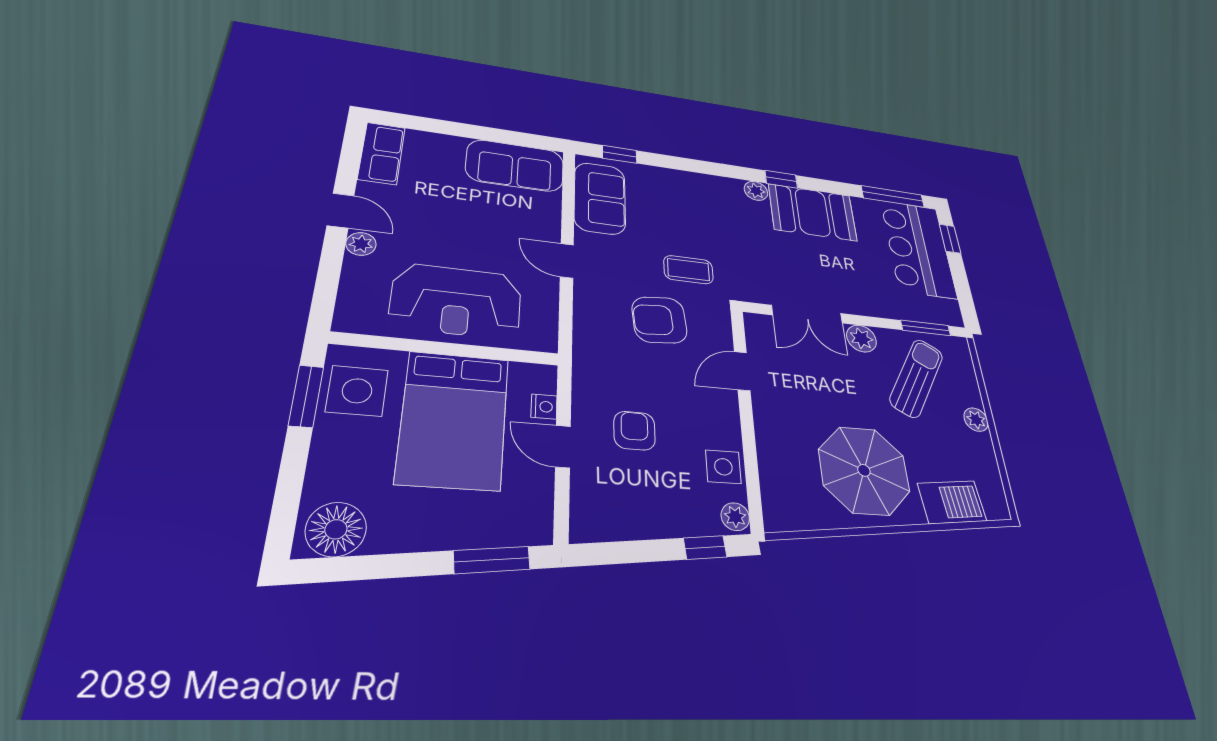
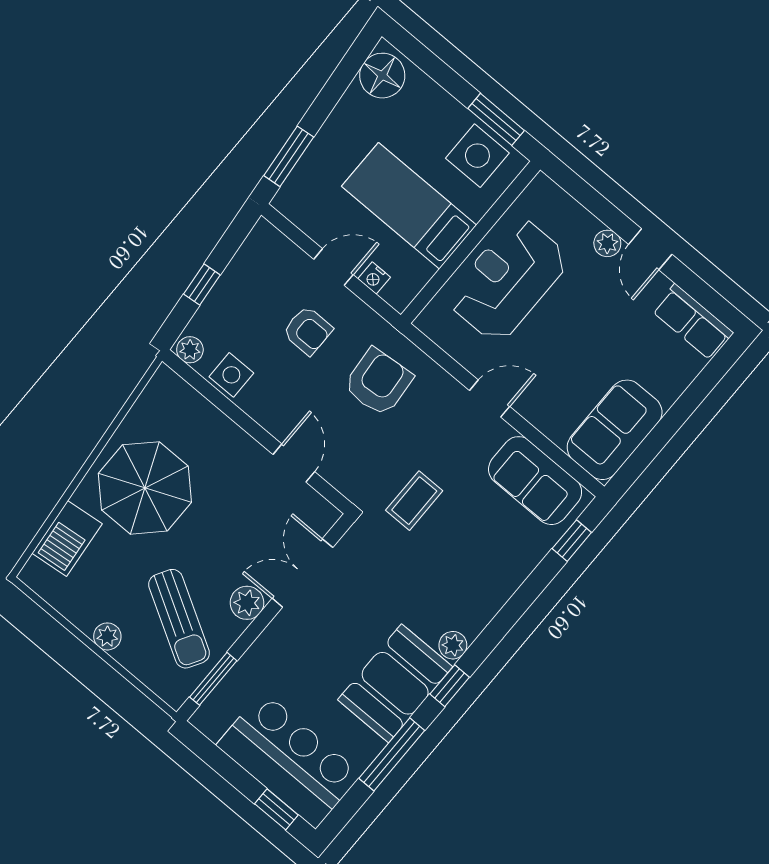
window: (893, 196) -> (392, 754), moved
door: (341, 210) -> (650, 249), hinge flipped
armchair: (659, 320) -> (378, 382), moved
bed: (454, 419) -> (409, 206), width x0.67
window: (705, 547) -> (202, 285), moved

